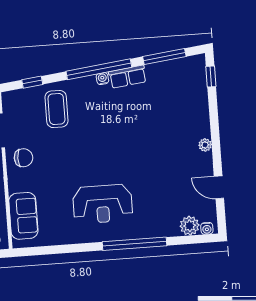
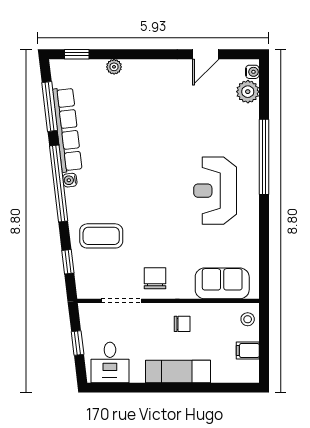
row of seats: (128, 77) -> (67, 130), width x2.02
plant: (205, 145) -> (114, 67), moved
reception desk: (103, 204) -> (215, 191), turned 180

